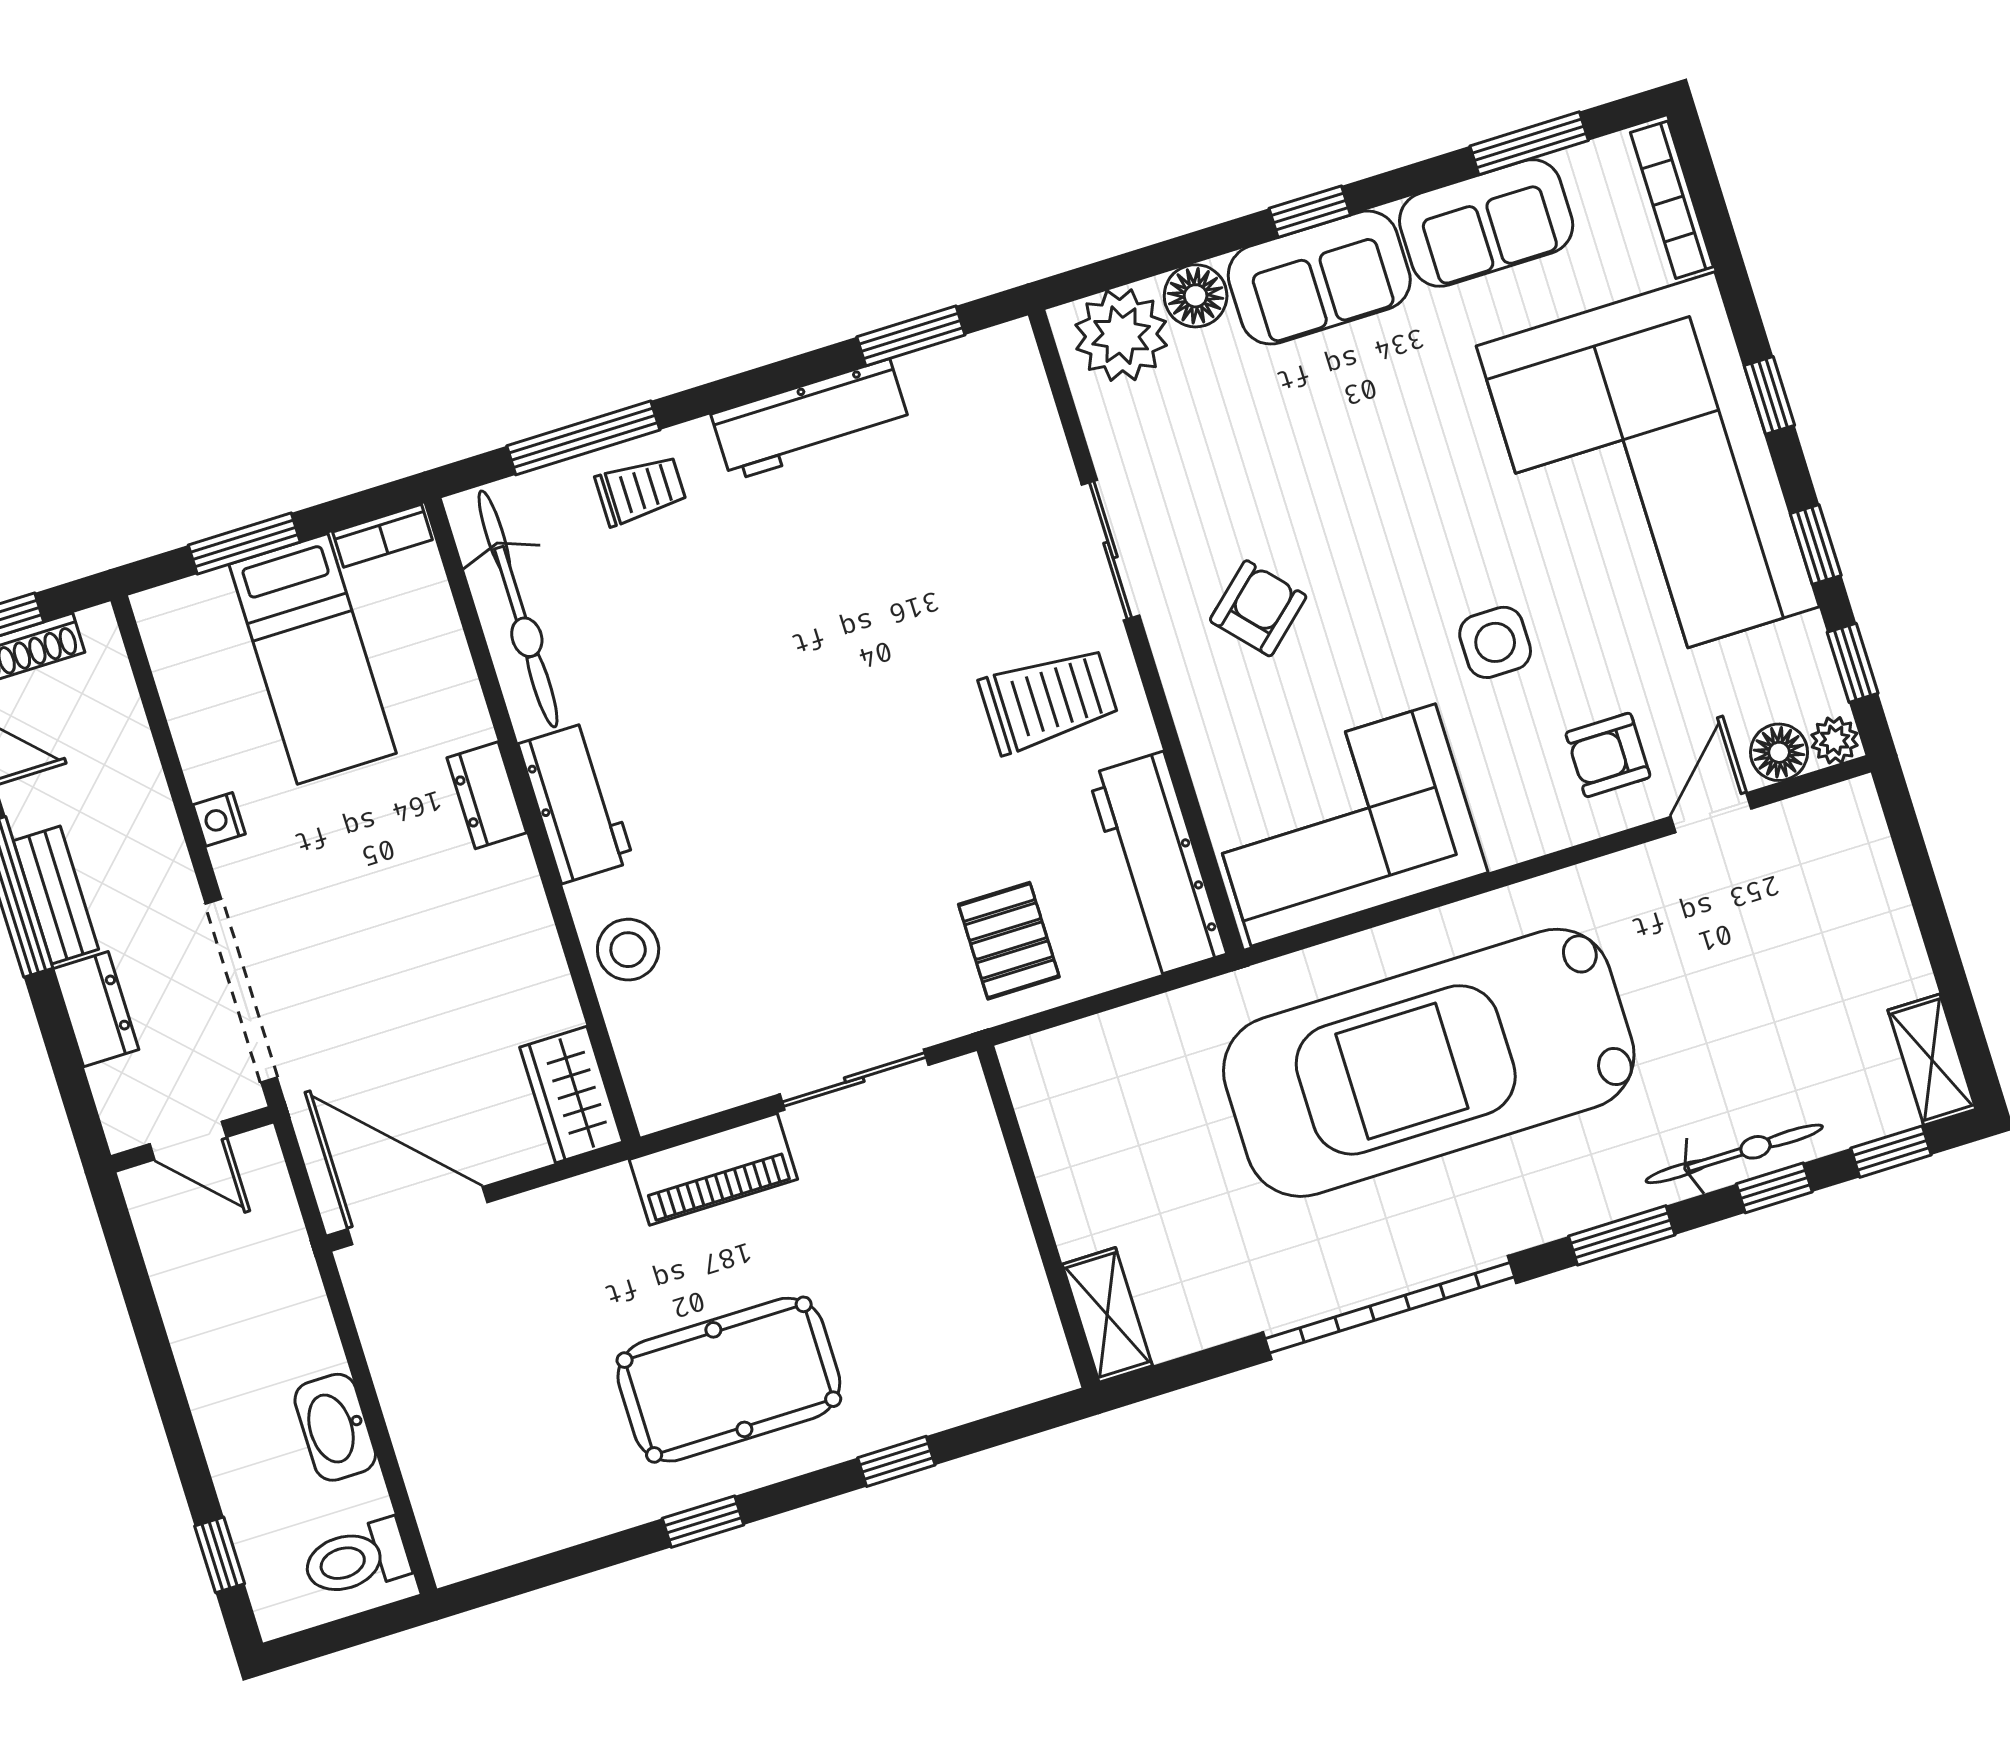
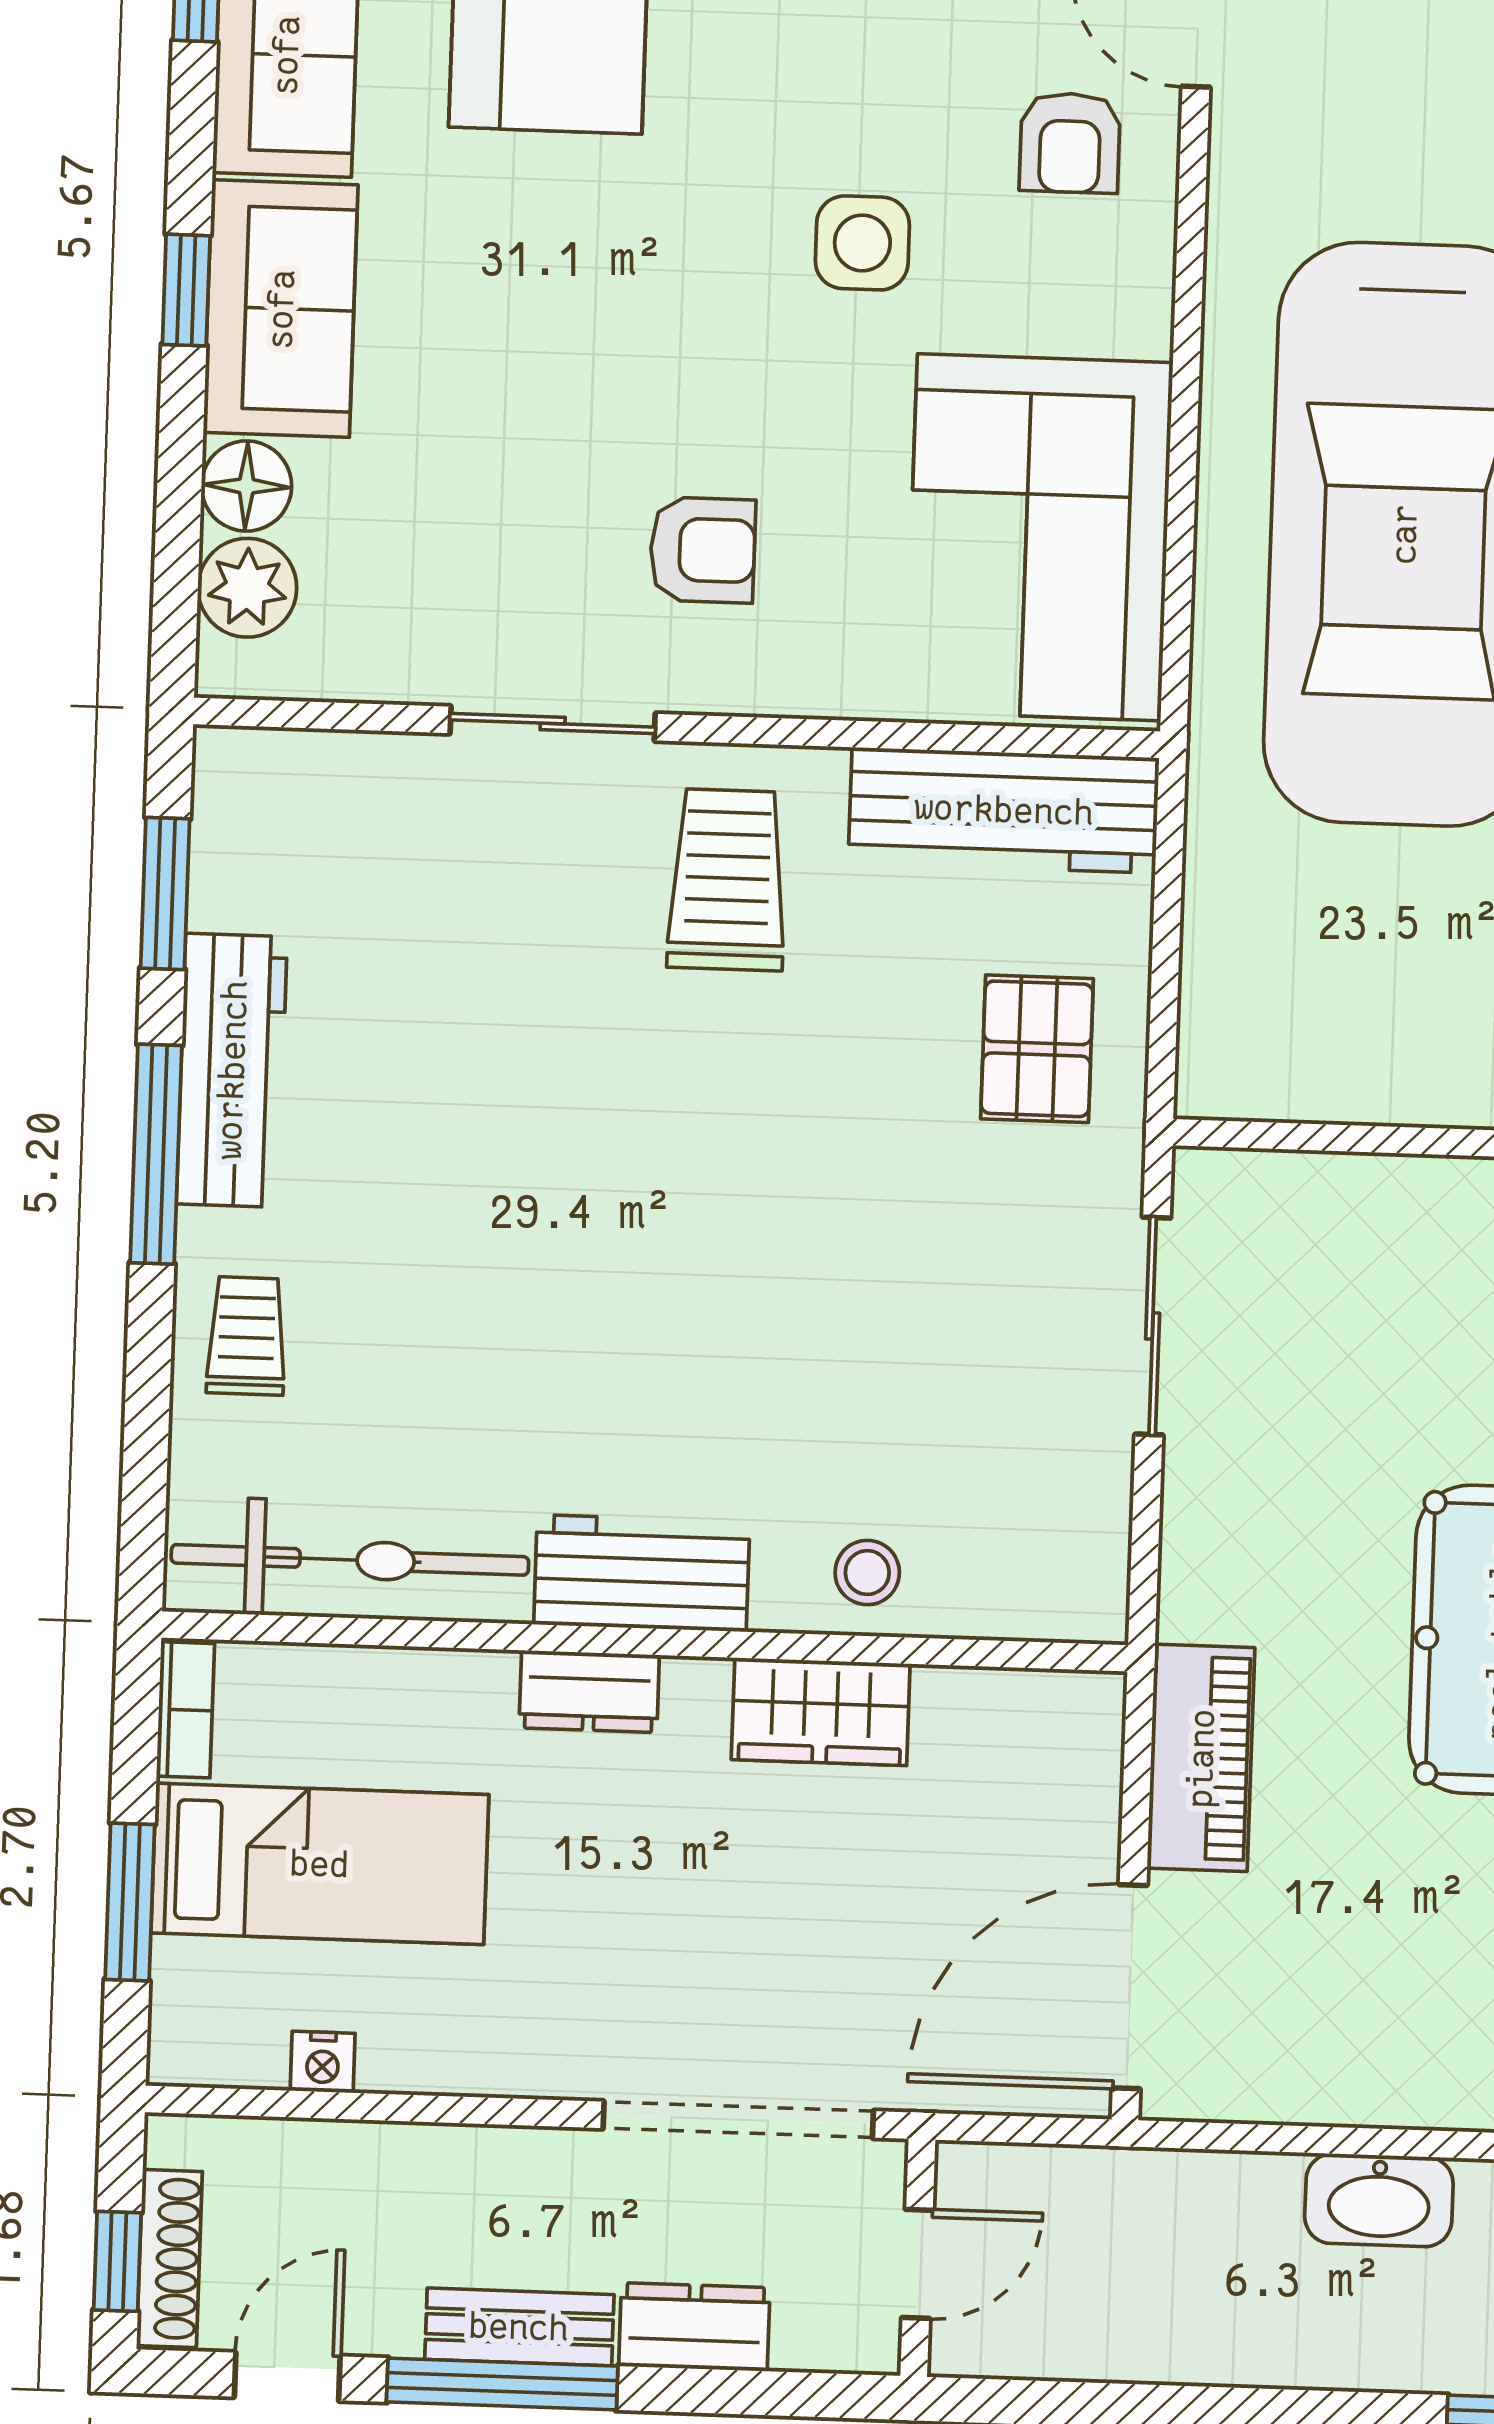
plant: (1121, 335) -> (247, 588), width x0.73, depth x0.73
window: (583, 438) -> (156, 1154), moved
armchair: (1258, 608) -> (703, 550), turned 132
nightstand: (219, 819) -> (323, 2062), moved
pallet: (1009, 941) -> (1037, 1049), turned 90
stool: (628, 950) -> (867, 1573), width x0.73, depth x0.73
wardrobe: (571, 1095) -> (821, 1712), moved
piano: (713, 1169) -> (1201, 1758), moved

